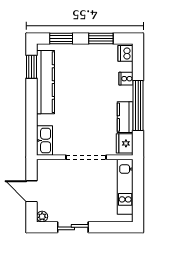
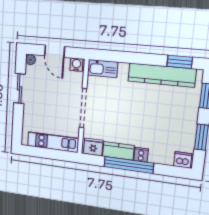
cooker: (126, 79) -> (141, 155), moved
water cooler: (43, 167) -> (76, 65), added
door: (32, 191) -> (55, 51), swing flipped

